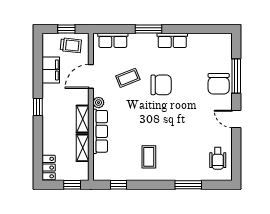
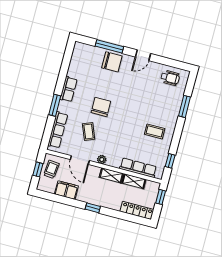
row of seats: (113, 40) -> (58, 130), width x1.48
row of seats: (100, 131) -> (138, 168), moved
locker: (49, 168) -> (137, 210), width x1.53

